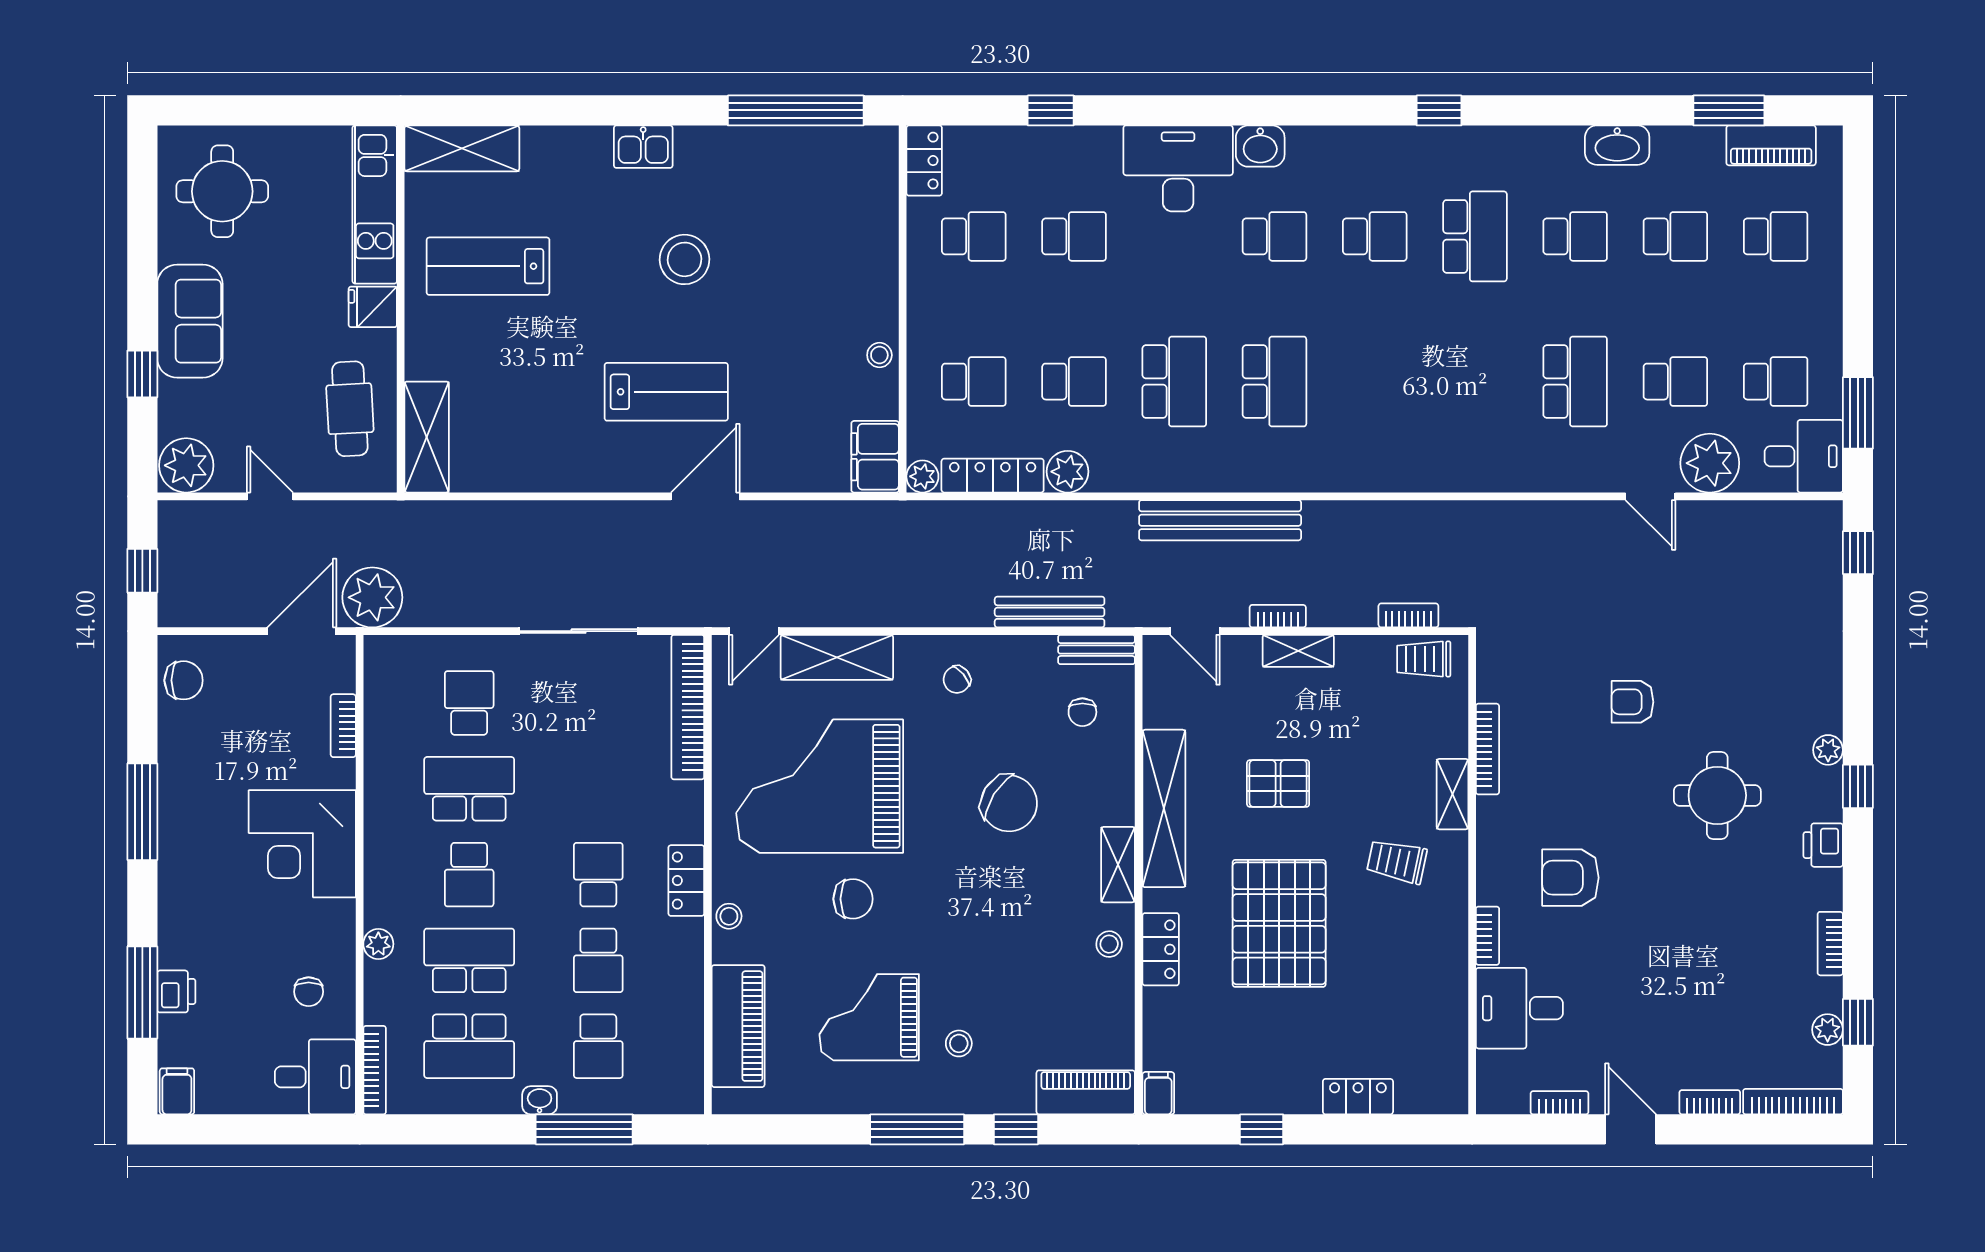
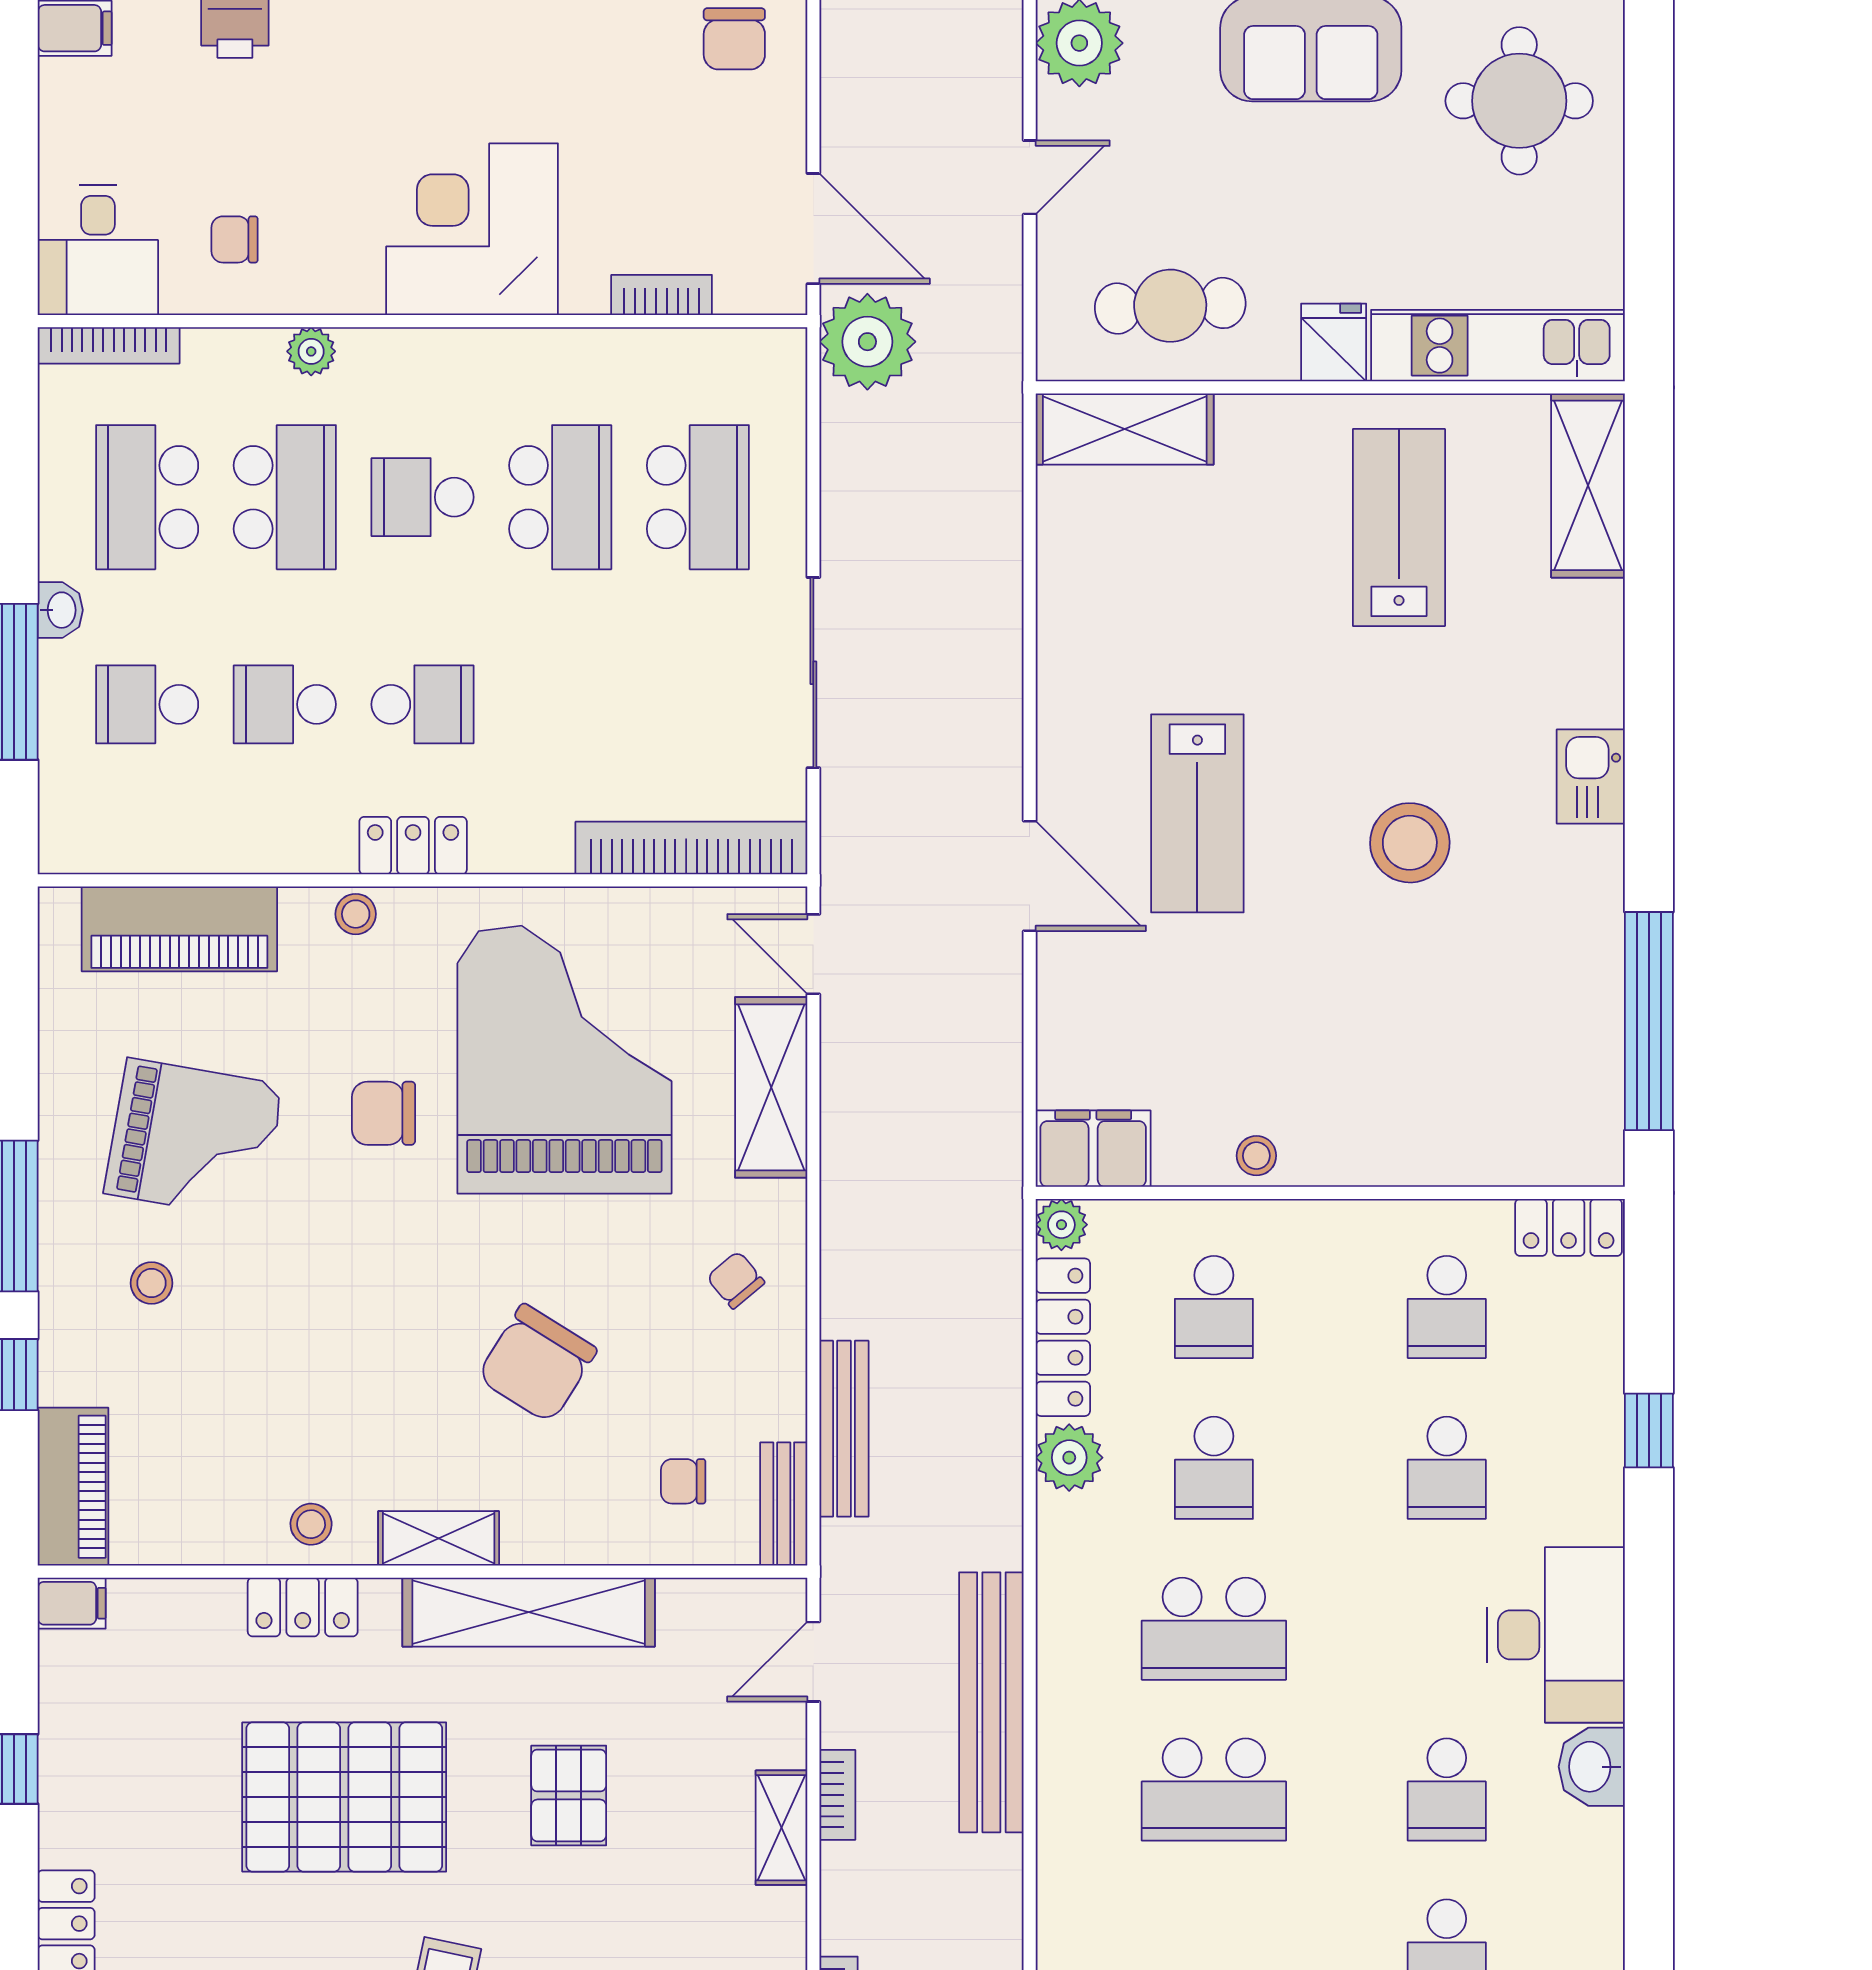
school desk: (469, 703) -> (698, 497), width x1.85
chair: (853, 899) -> (383, 1113), turned 90
grand piano: (869, 1017) -> (194, 1139), turned 100

